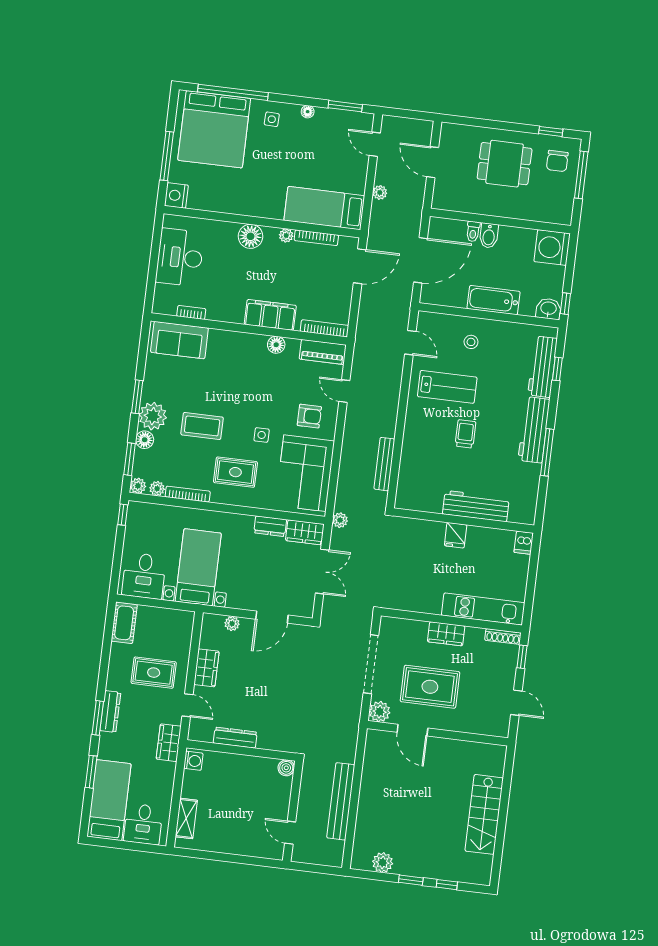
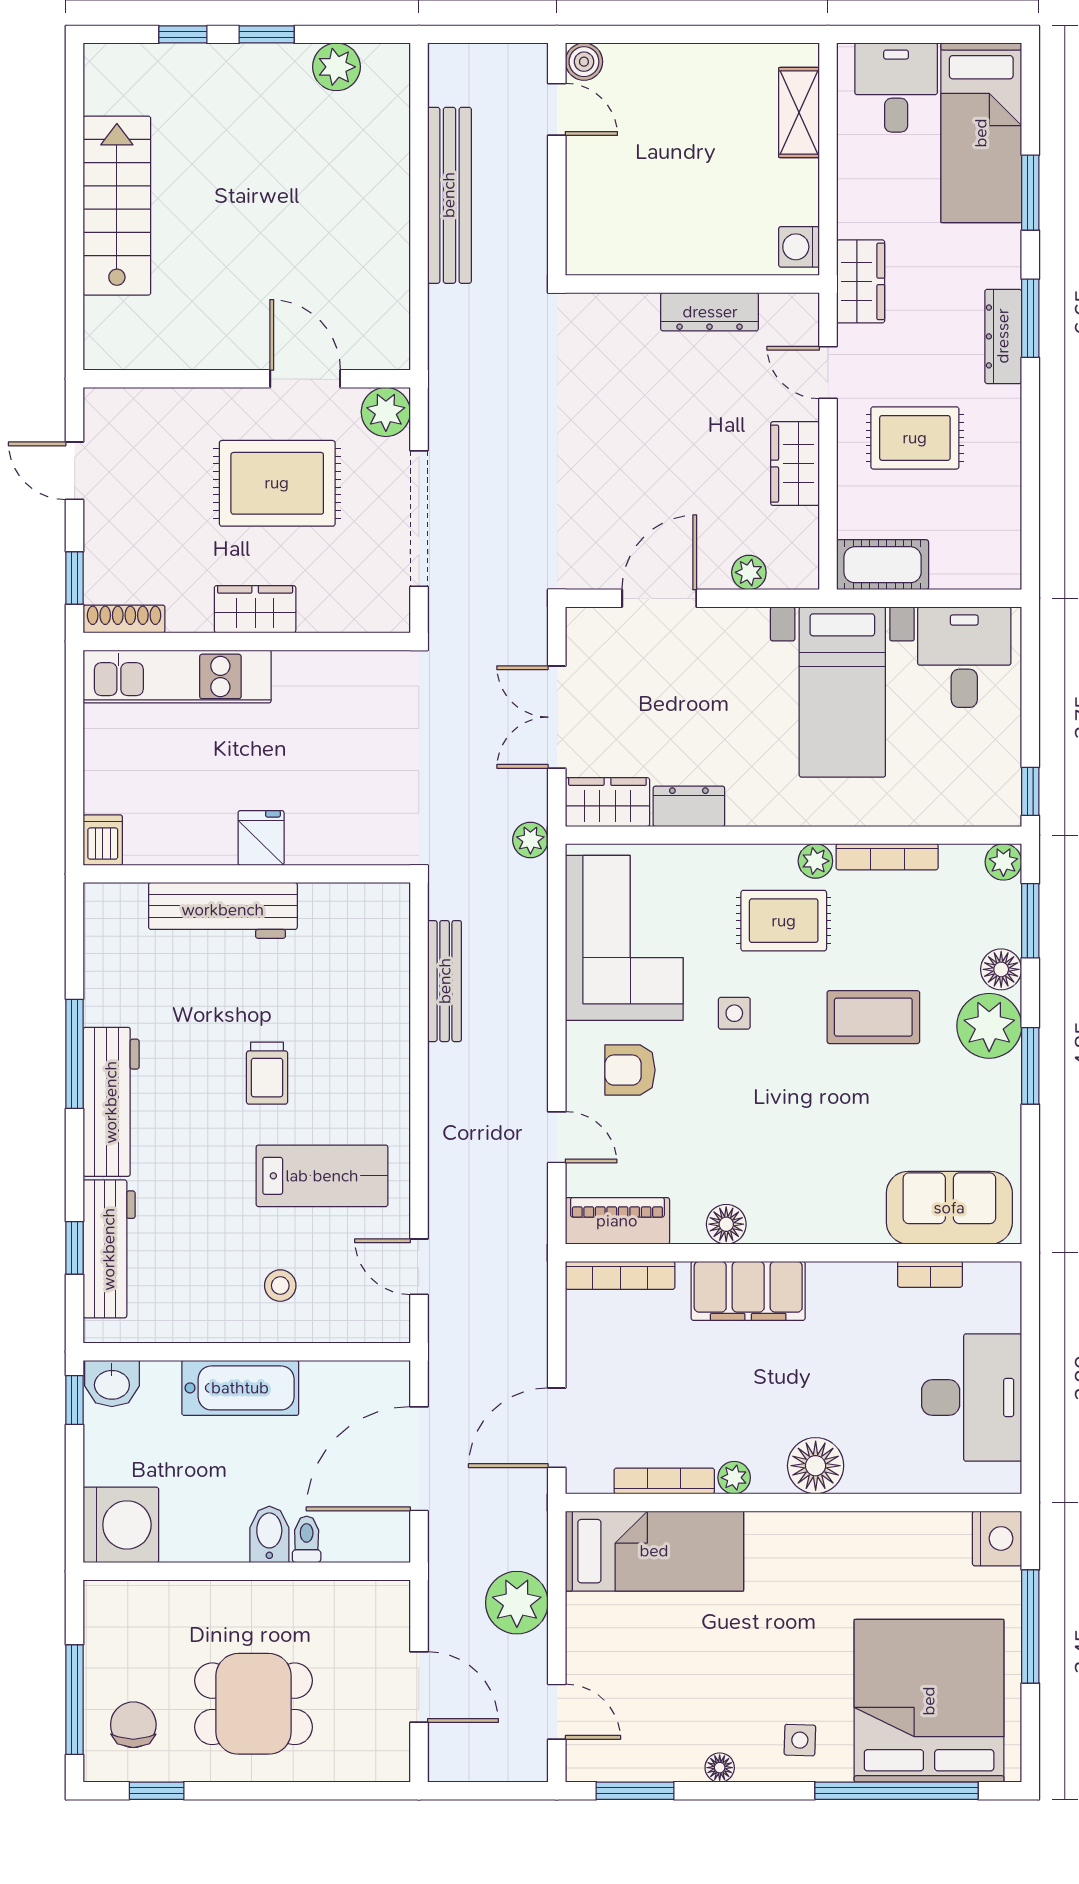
plant: (380, 192) -> (517, 1603), width x1.88, depth x1.88
lab bench: (447, 387) -> (322, 1176), turned 180
plant: (157, 489) -> (815, 861), moved
cot: (124, 623) -> (883, 565), moved, turned 90
boiler: (286, 768) -> (584, 62), moved

